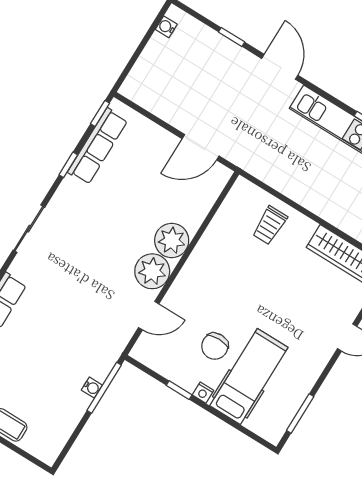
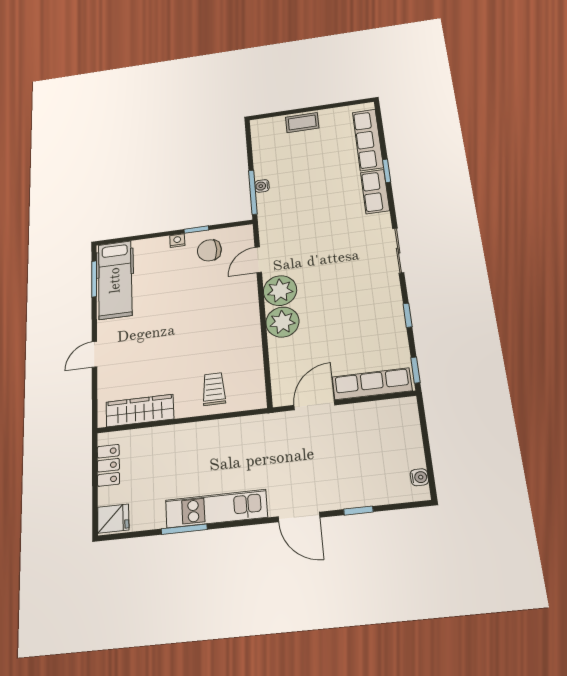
row of seats: (98, 146) -> (372, 384), moved, turned 90
chair: (215, 346) -> (209, 250), moved, turned -90
hospital bed: (249, 376) -> (115, 280), moved

